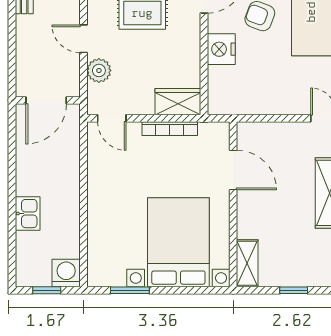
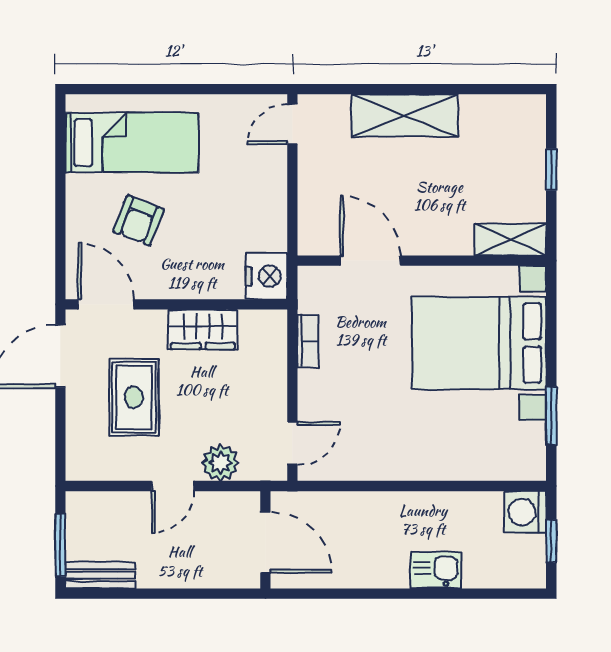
nightstand: (221, 49) -> (266, 276), moved, turned -90
wardrobe: (178, 102) -> (203, 329), moved, turned -90
bookcase: (170, 129) -> (308, 341), width x0.64
door: (233, 170) -> (370, 261), hinge flipped

